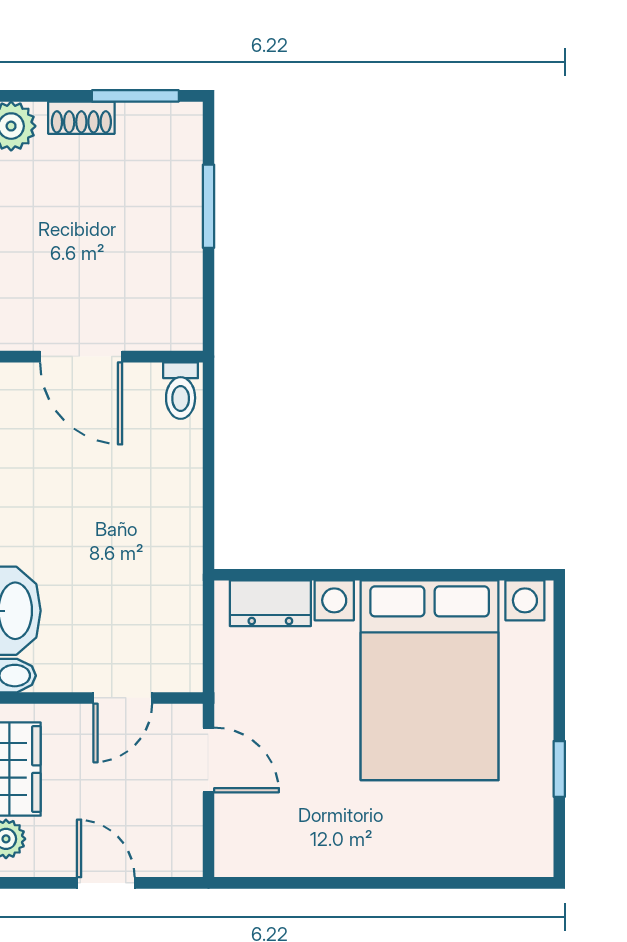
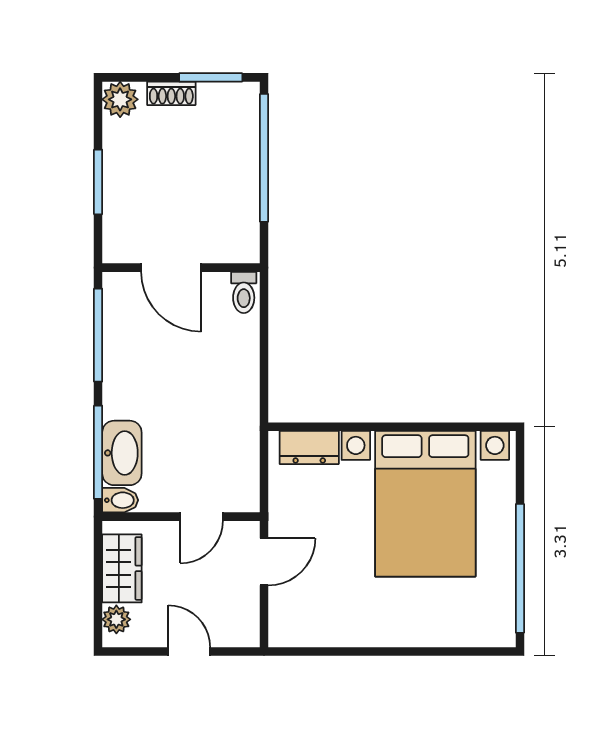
window: (208, 206) -> (264, 158), width x2.11
door: (208, 760) -> (264, 562), hinge flipped
window: (559, 769) -> (520, 568), width x3.17

